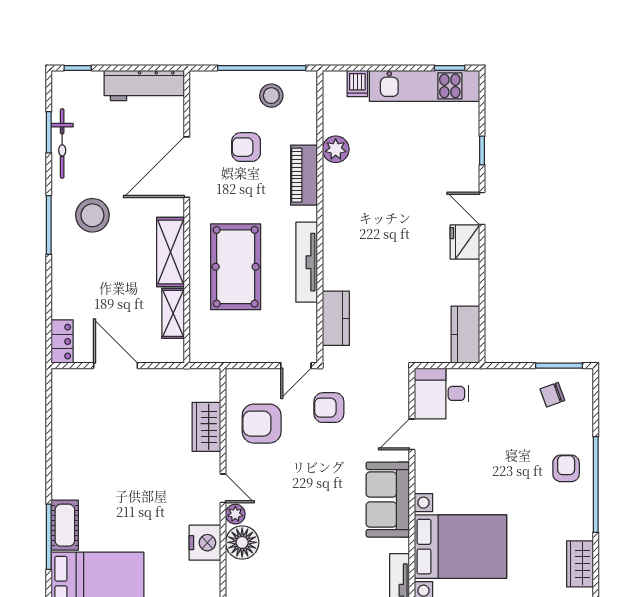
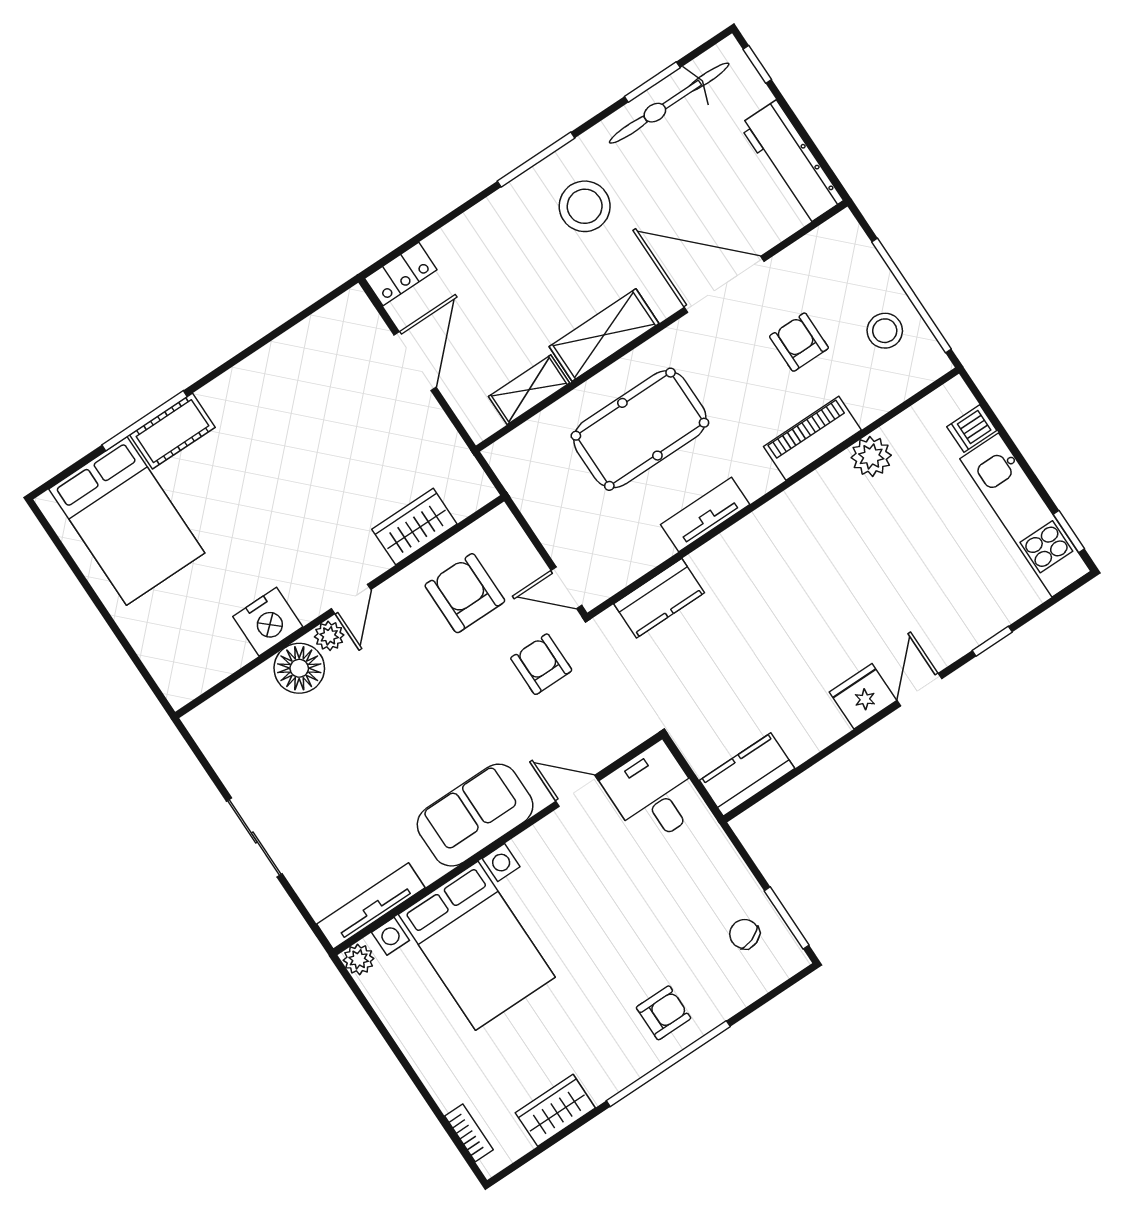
bicycle: (62, 143) -> (669, 103), width x1.37, depth x1.40
tv unit: (307, 262) -> (705, 514), width x0.71

